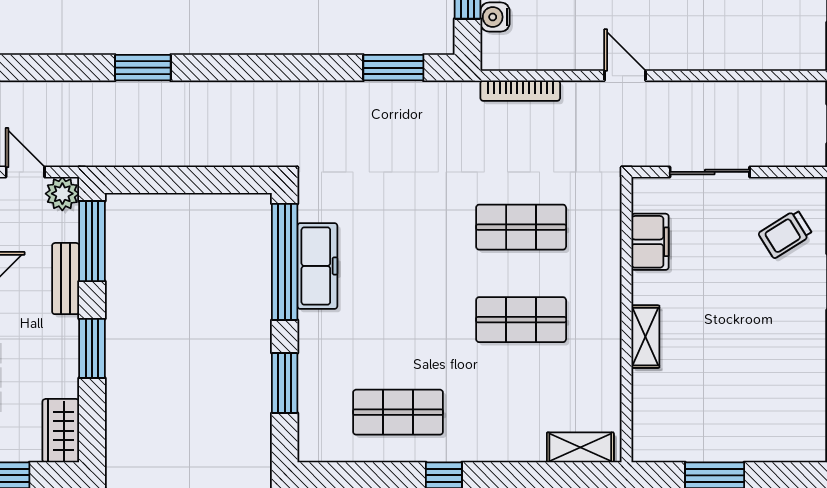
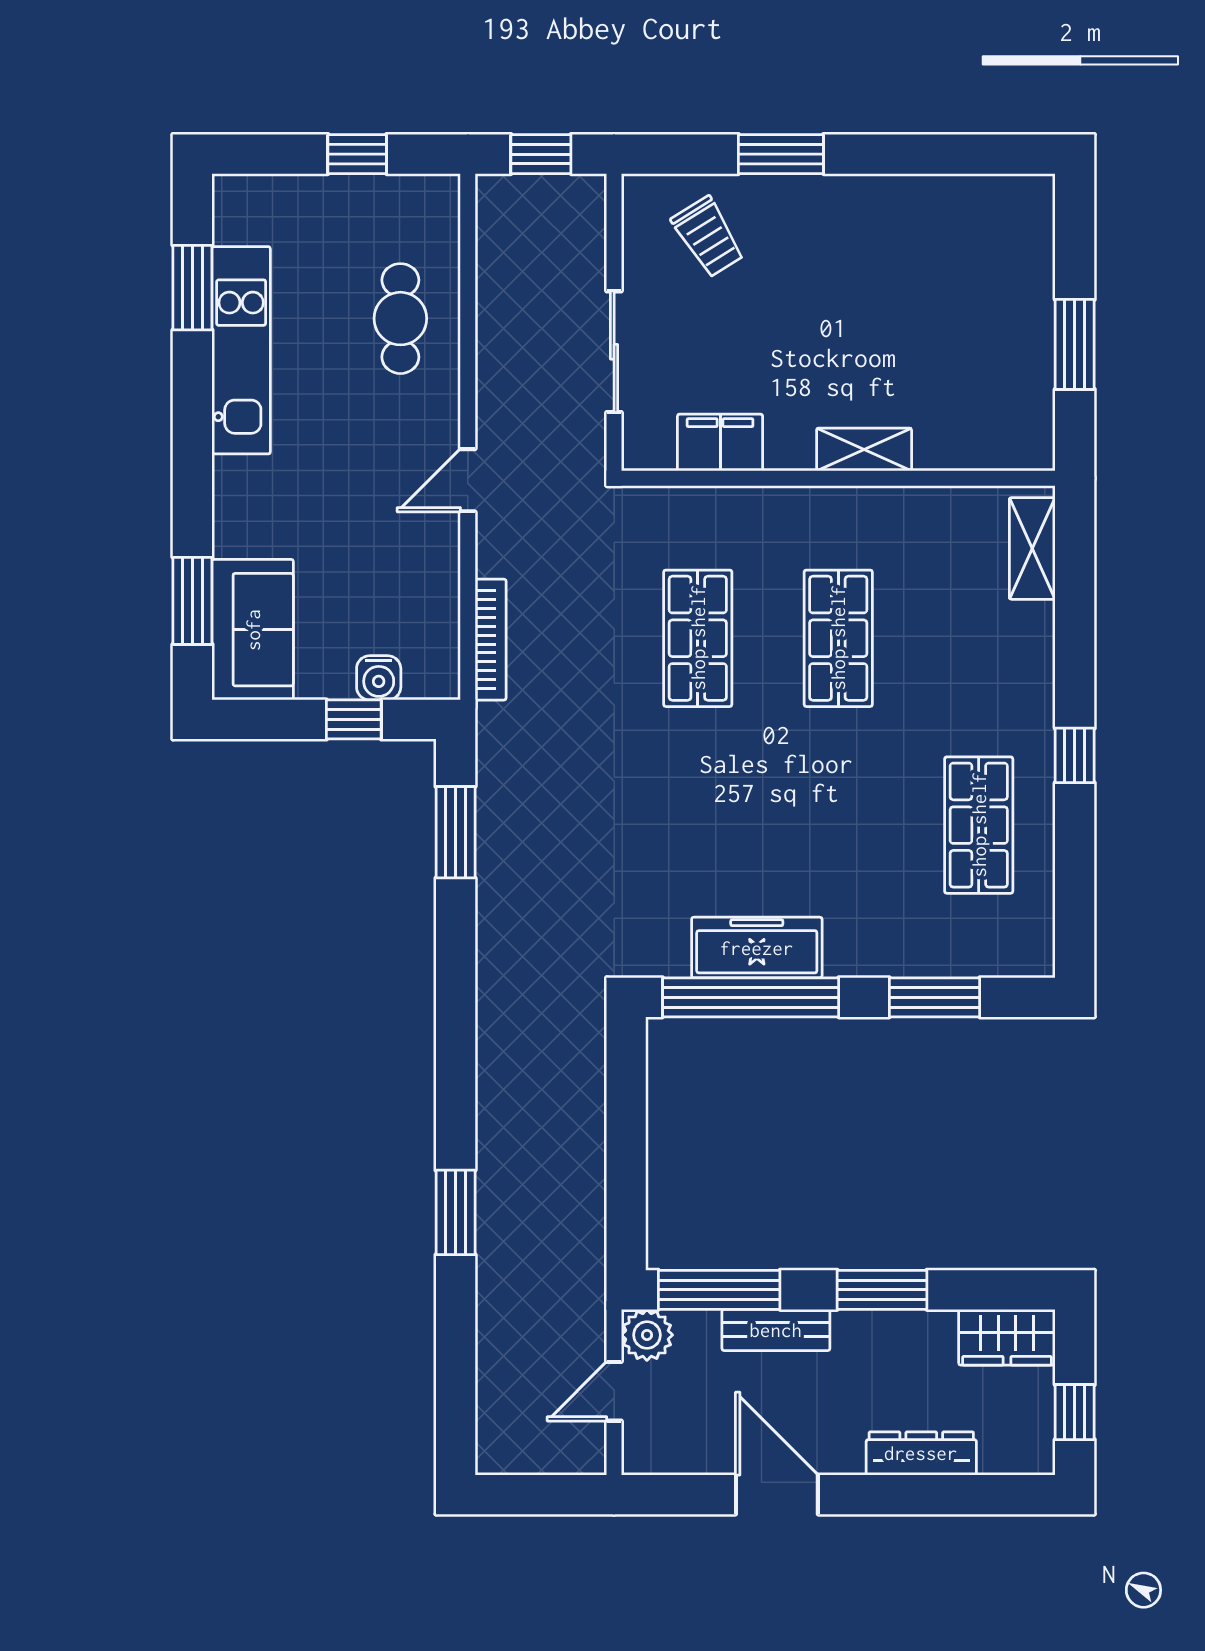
cafe table: (732, 31) -> (400, 319), added

